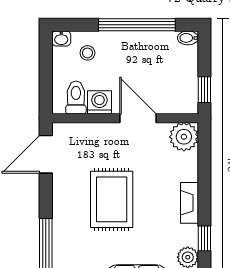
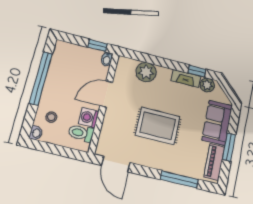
bidet: (188, 38) -> (107, 59), moved
plant: (184, 137) -> (146, 72), moved
fireplace: (189, 203) -> (186, 78), moved

